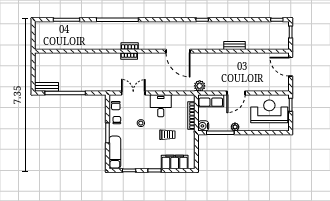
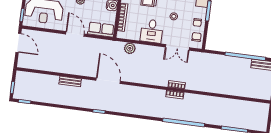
door: (178, 51) -> (108, 81), moved
door: (291, 67) -> (18, 43), moved
plant: (200, 86) -> (130, 48), moved
door: (236, 93) -> (75, 34), hinge flipped

